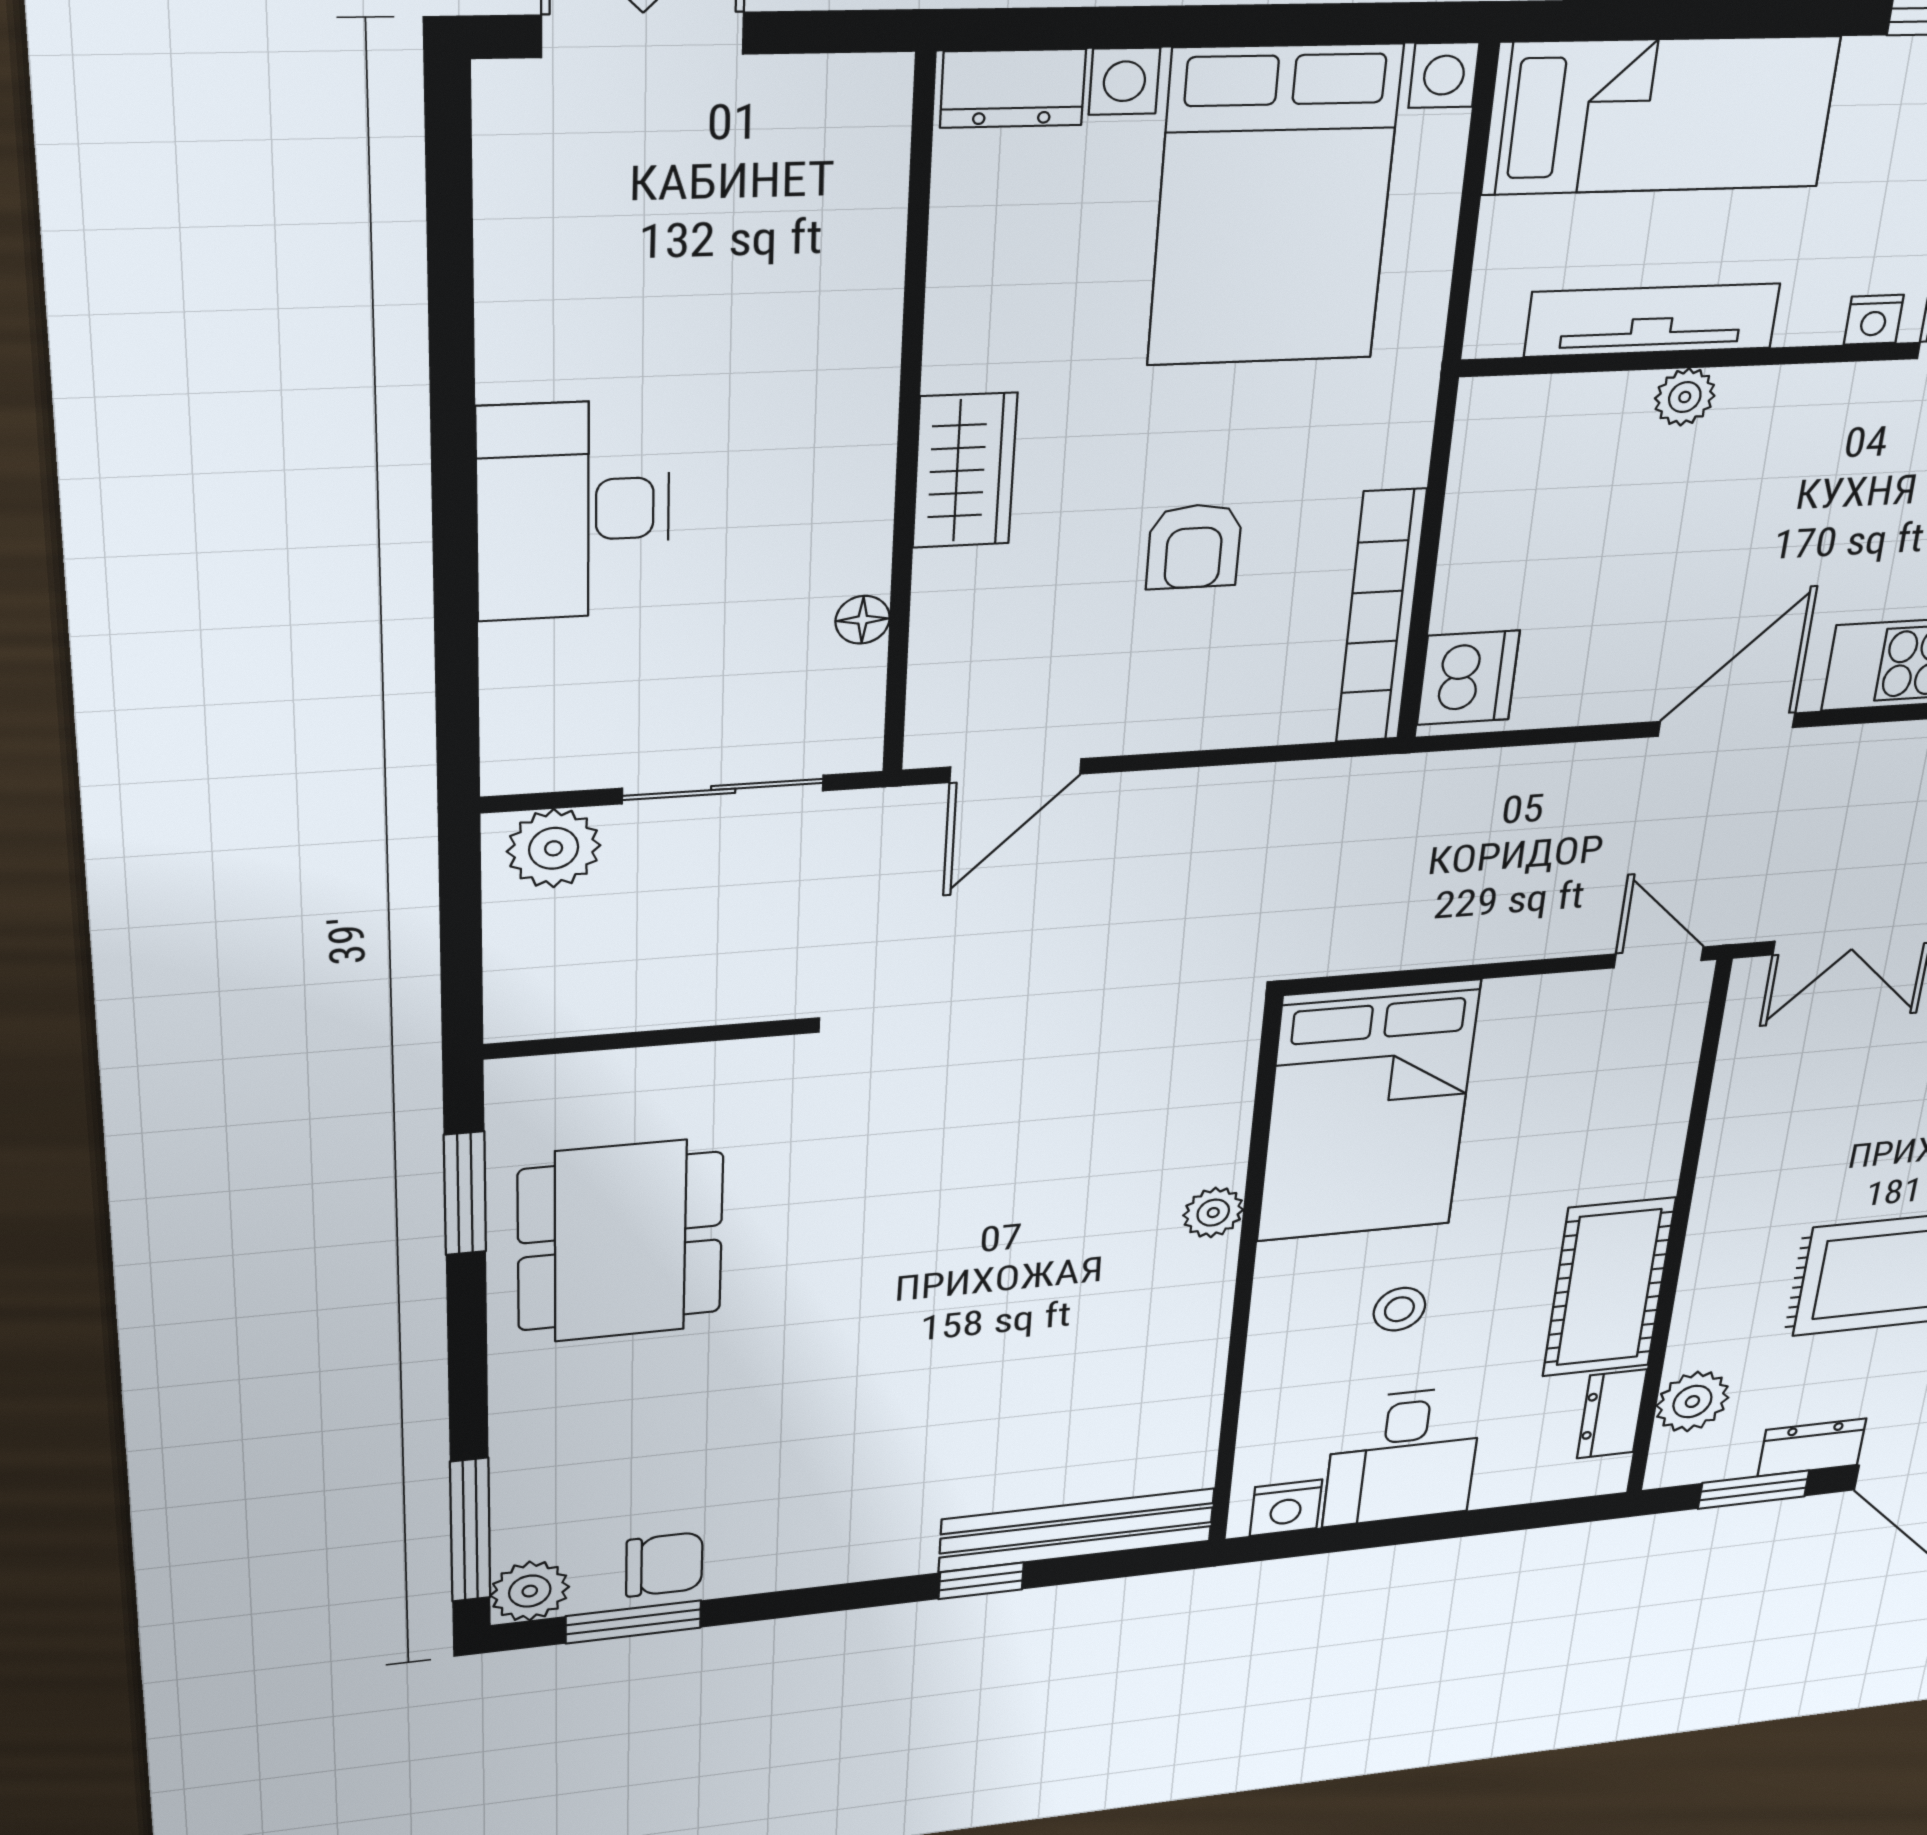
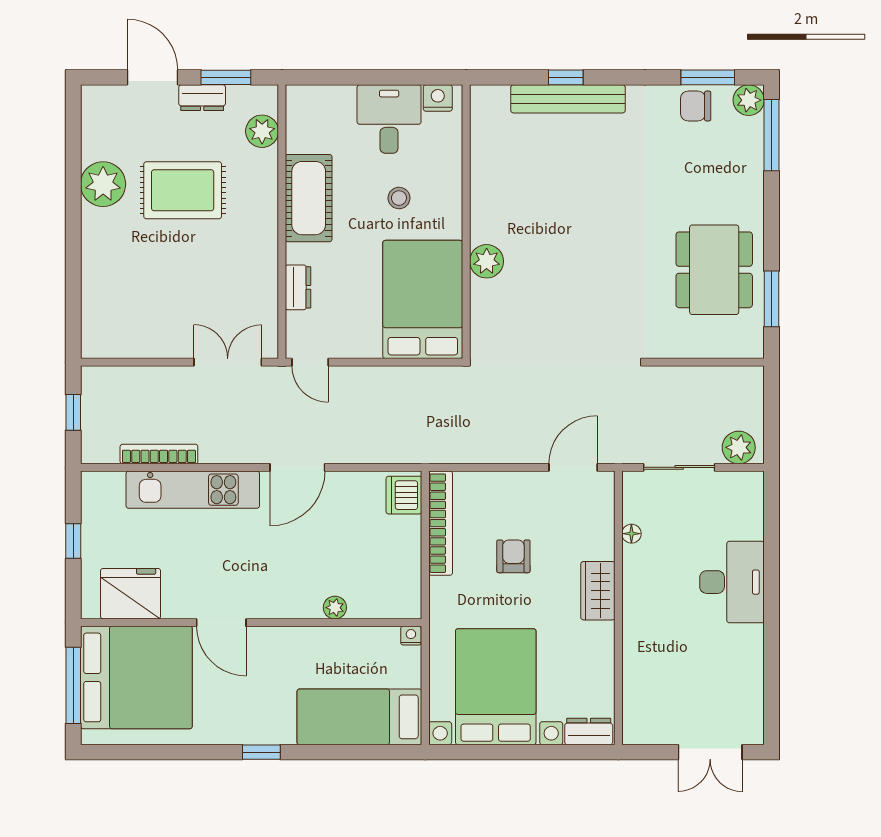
tv unit: (1652, 320) -> (352, 639), removed
nightstand: (1874, 320) -> (411, 636), moved
plant: (1213, 1213) -> (487, 261), width x1.38, depth x1.38
dresser: (1612, 1414) -> (298, 287), moved
bench: (1077, 1530) -> (568, 99), moved

